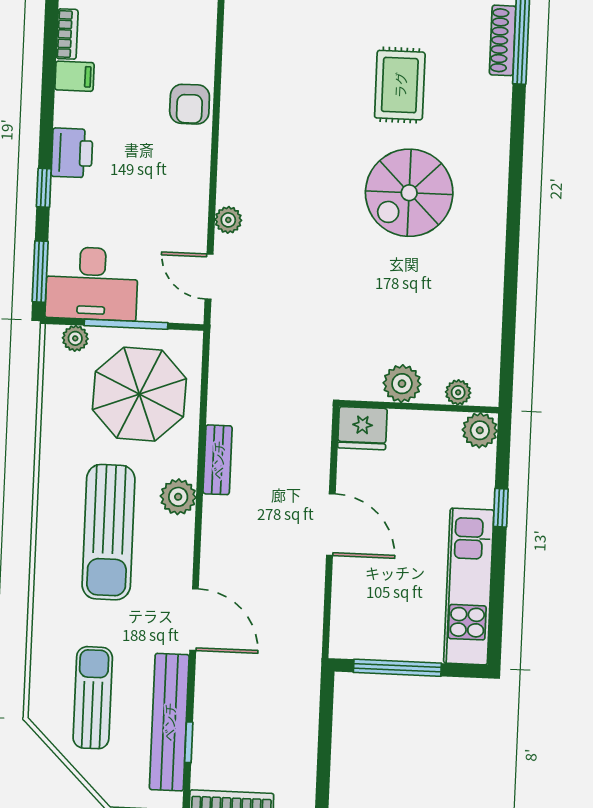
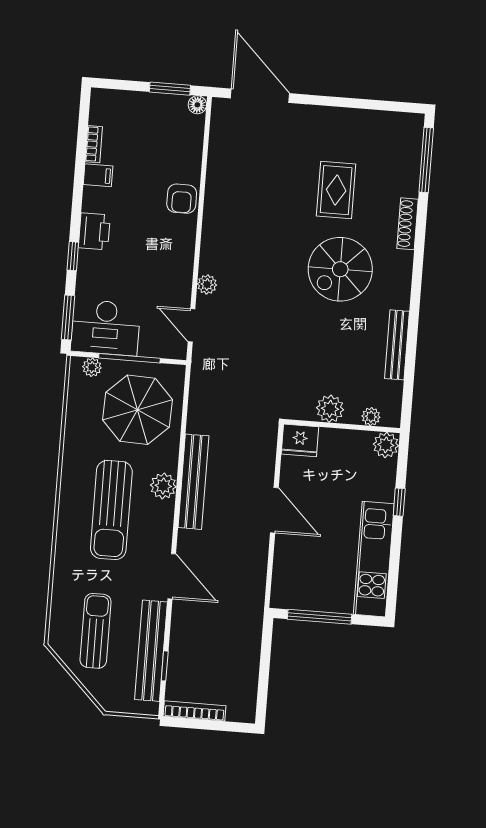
shoe rack: (503, 40) -> (408, 224), moved
bench: (490, 293) -> (397, 345), added
bench: (218, 460) -> (193, 482), width x1.86, depth x1.21

